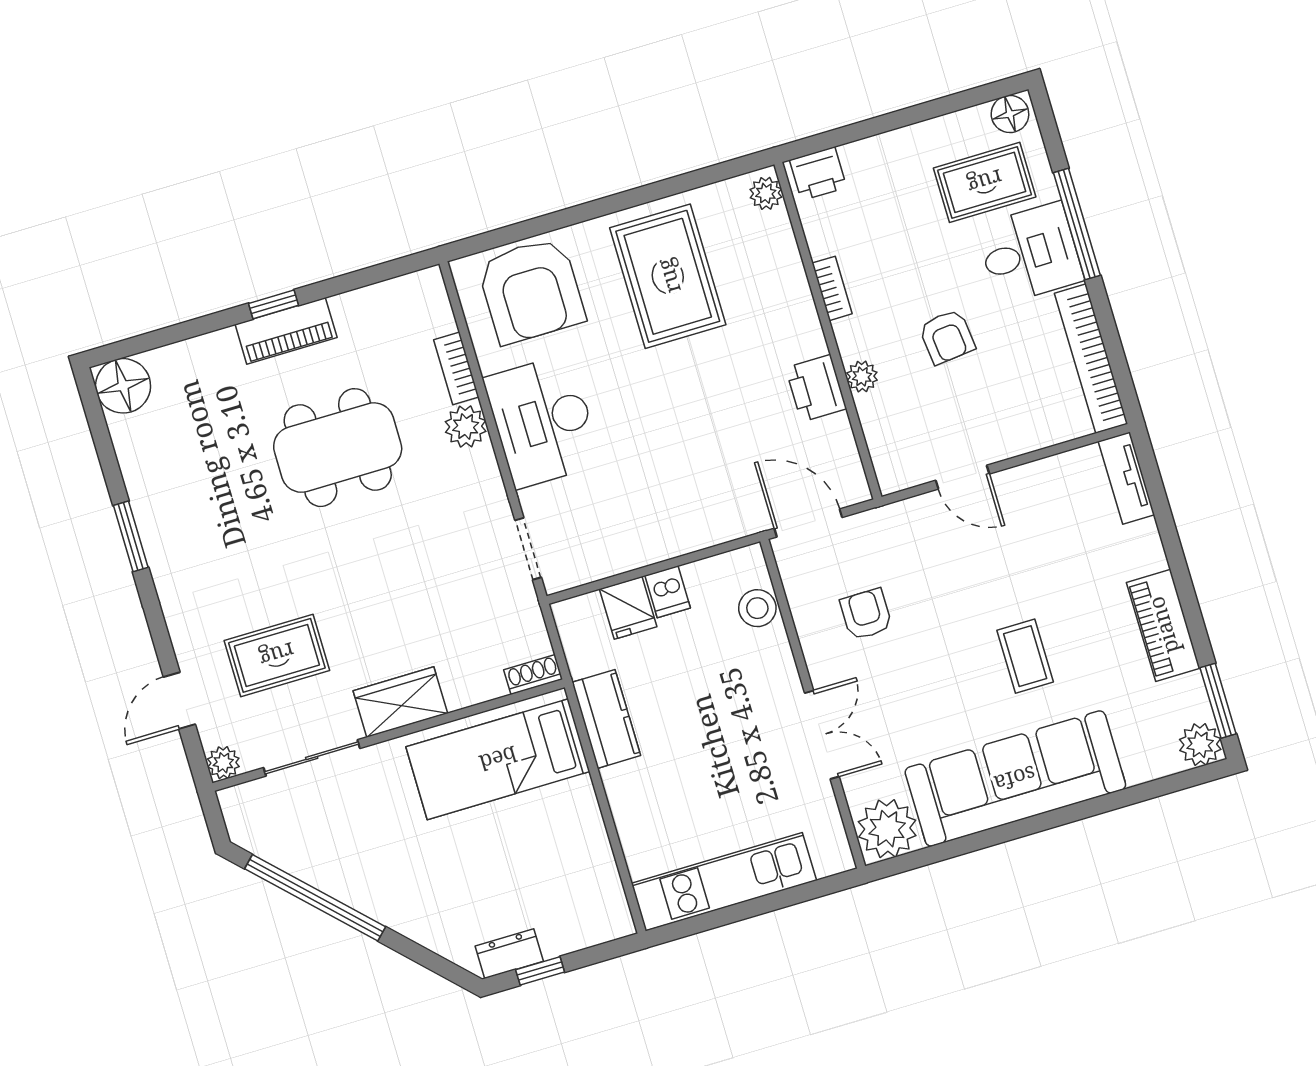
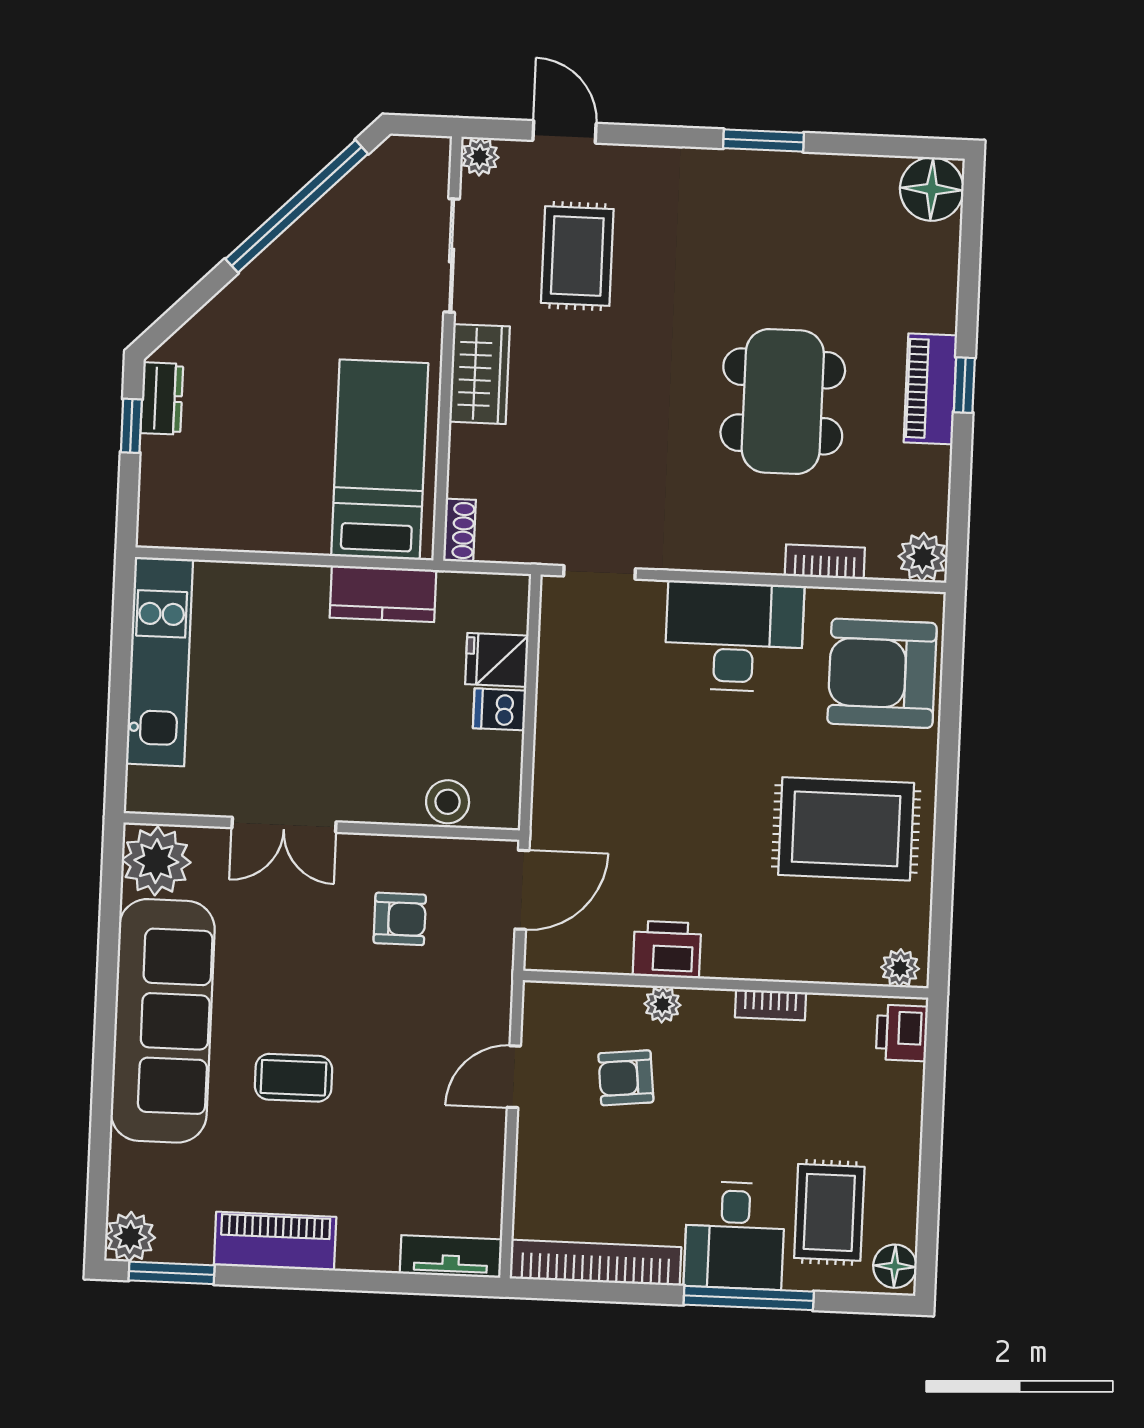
armchair: (947, 337) -> (626, 1078), moved
plant: (466, 426) -> (923, 557), moved

